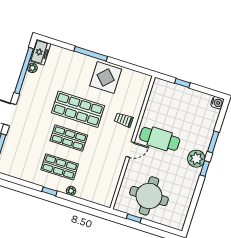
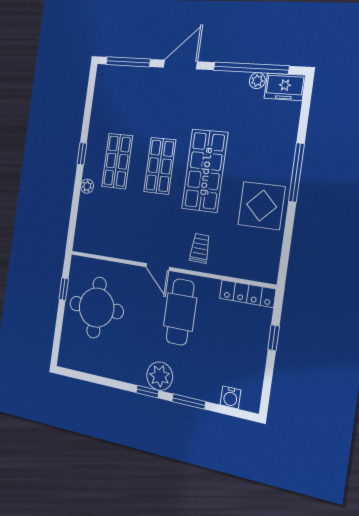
locker: (155, 94) -> (248, 294), added
water cooler: (217, 103) -> (231, 397), moved

